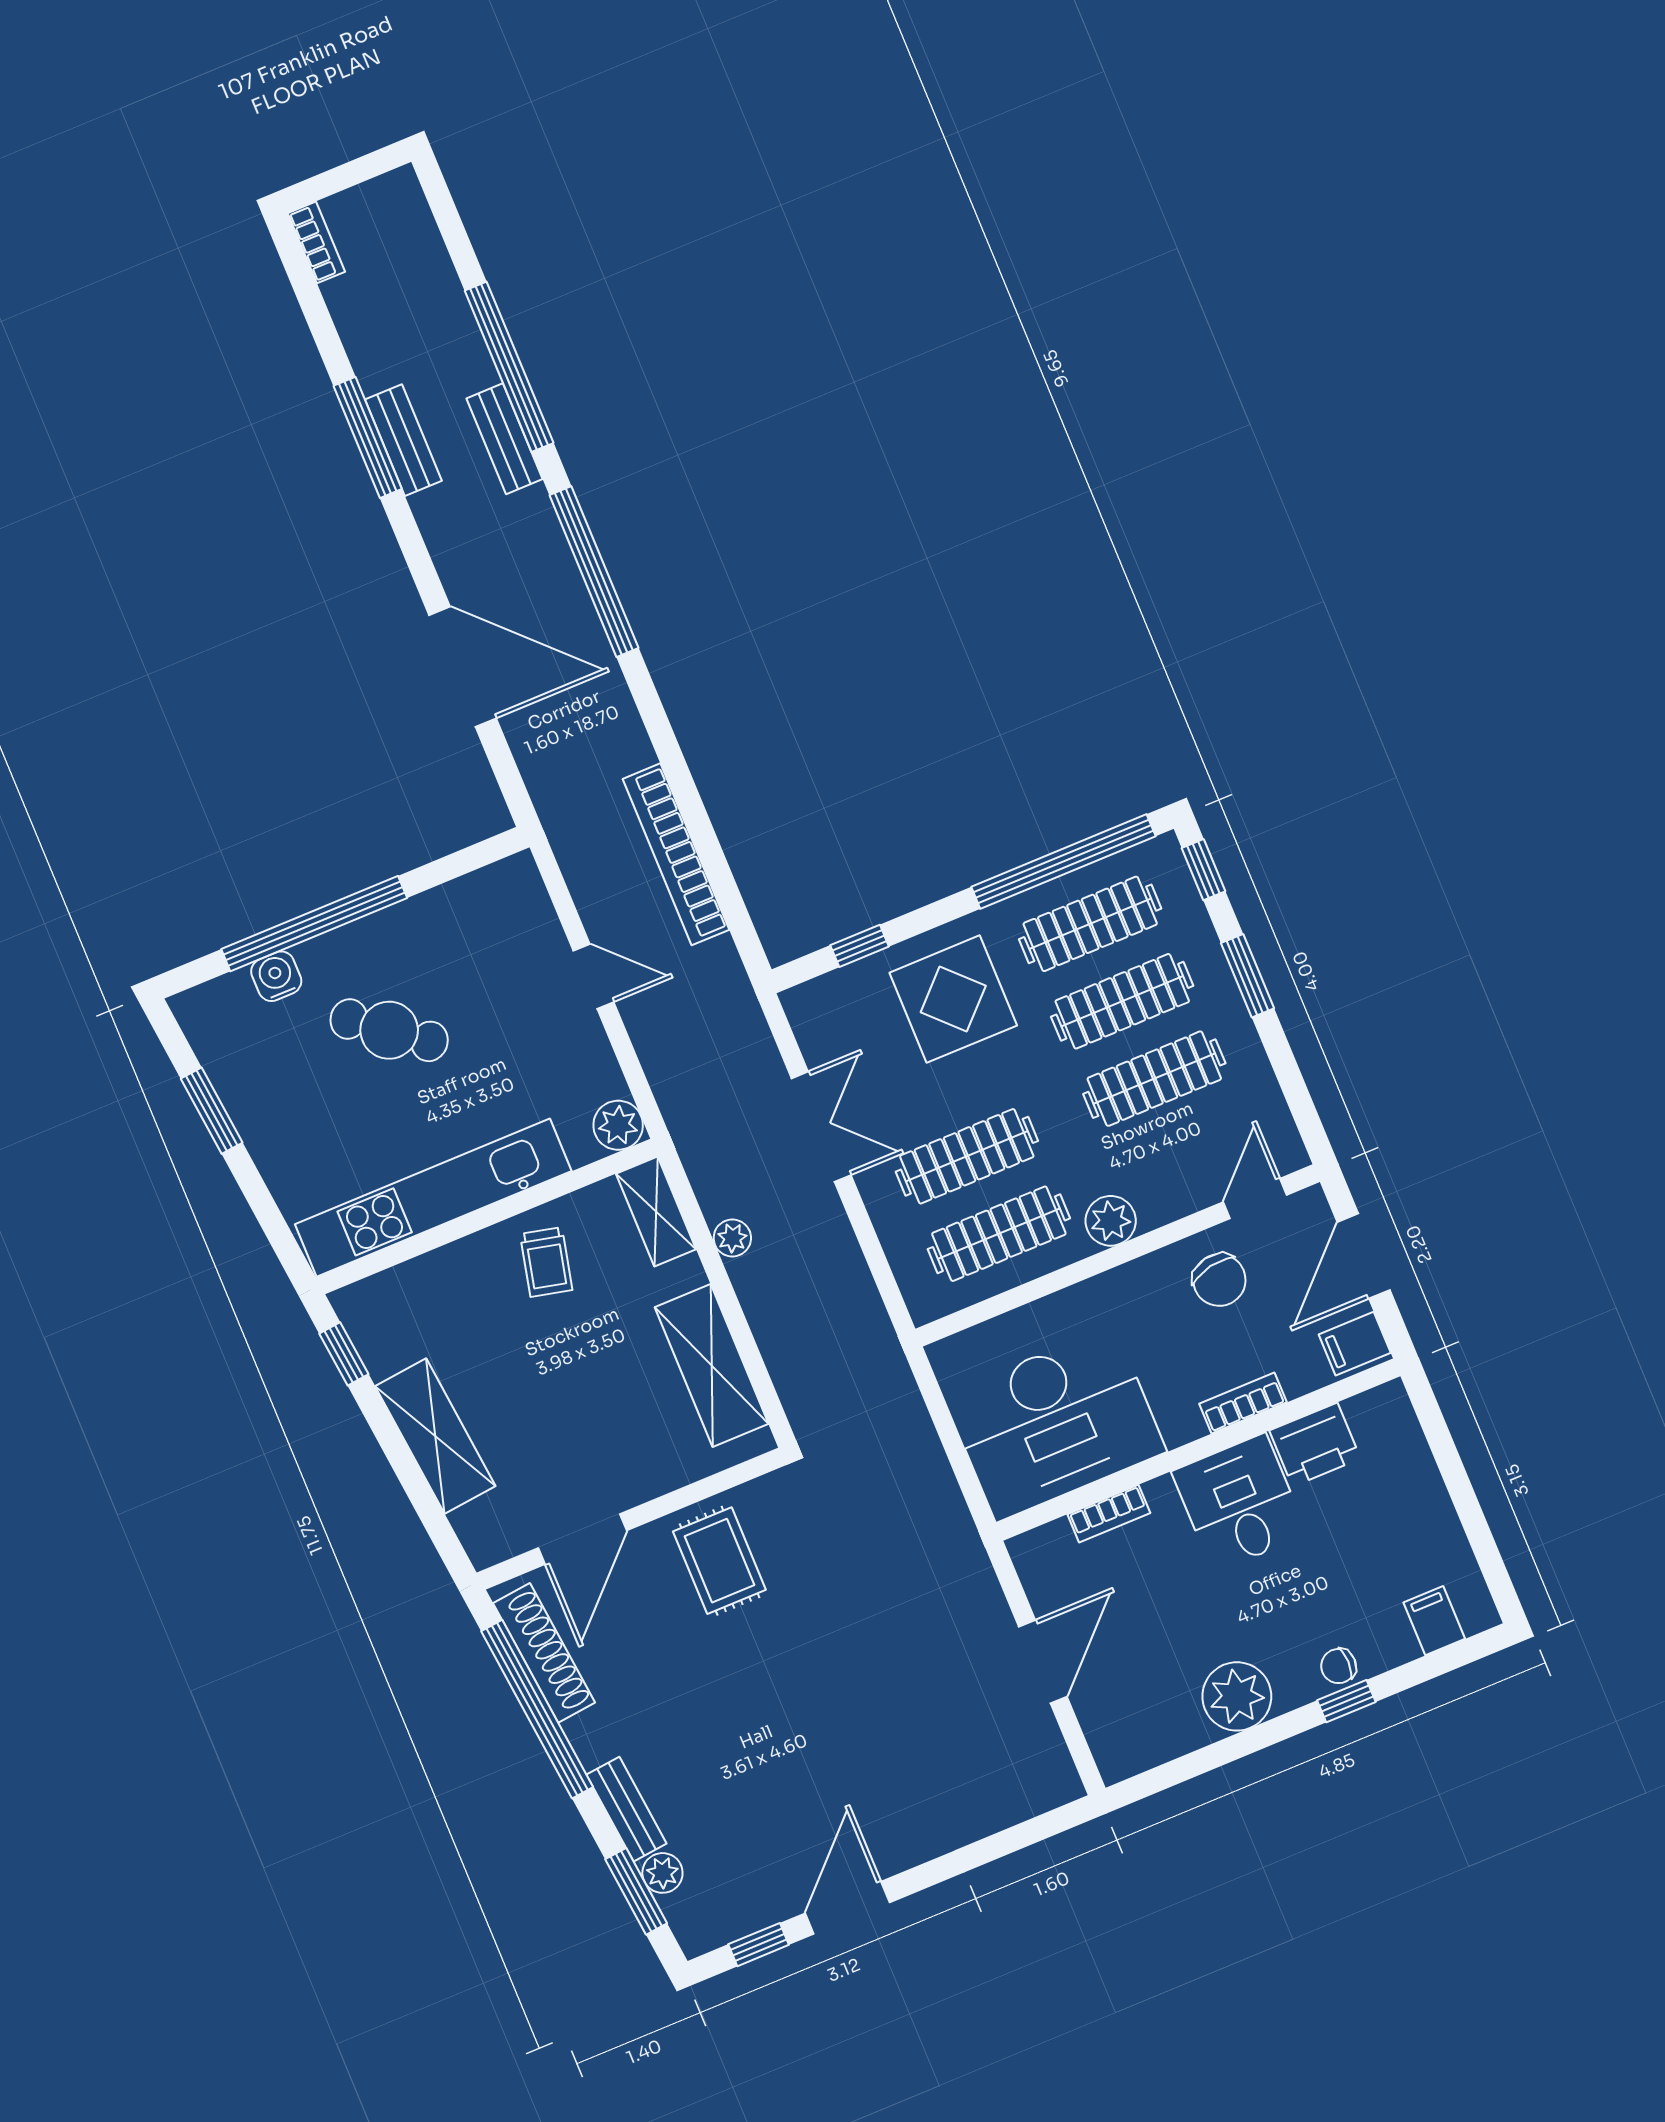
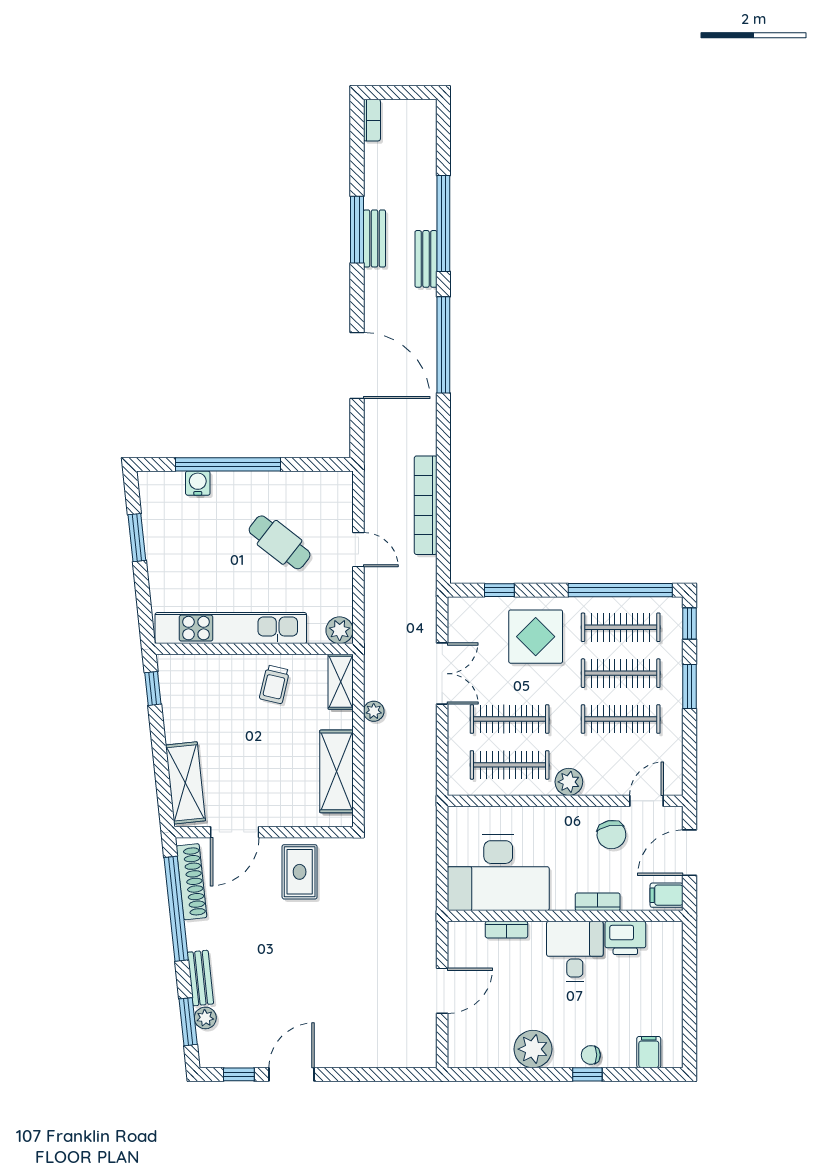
cafe table: (389, 1030) -> (280, 542), moved
shelving: (435, 1436) -> (185, 783), moved

